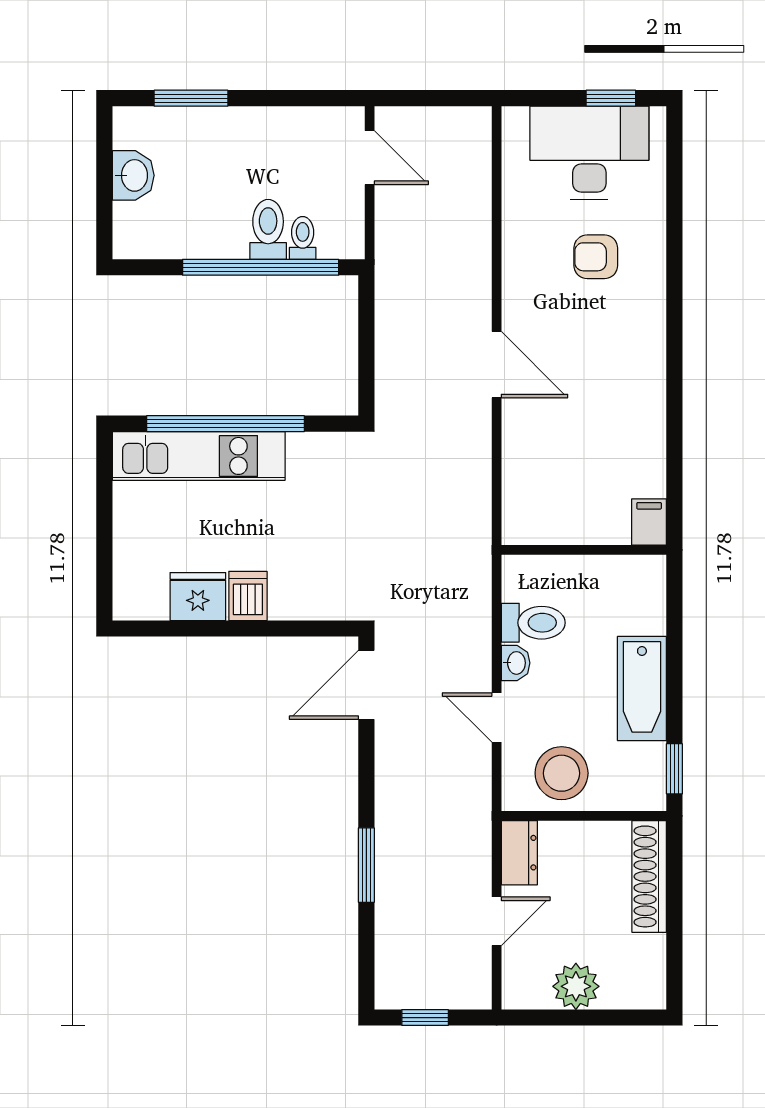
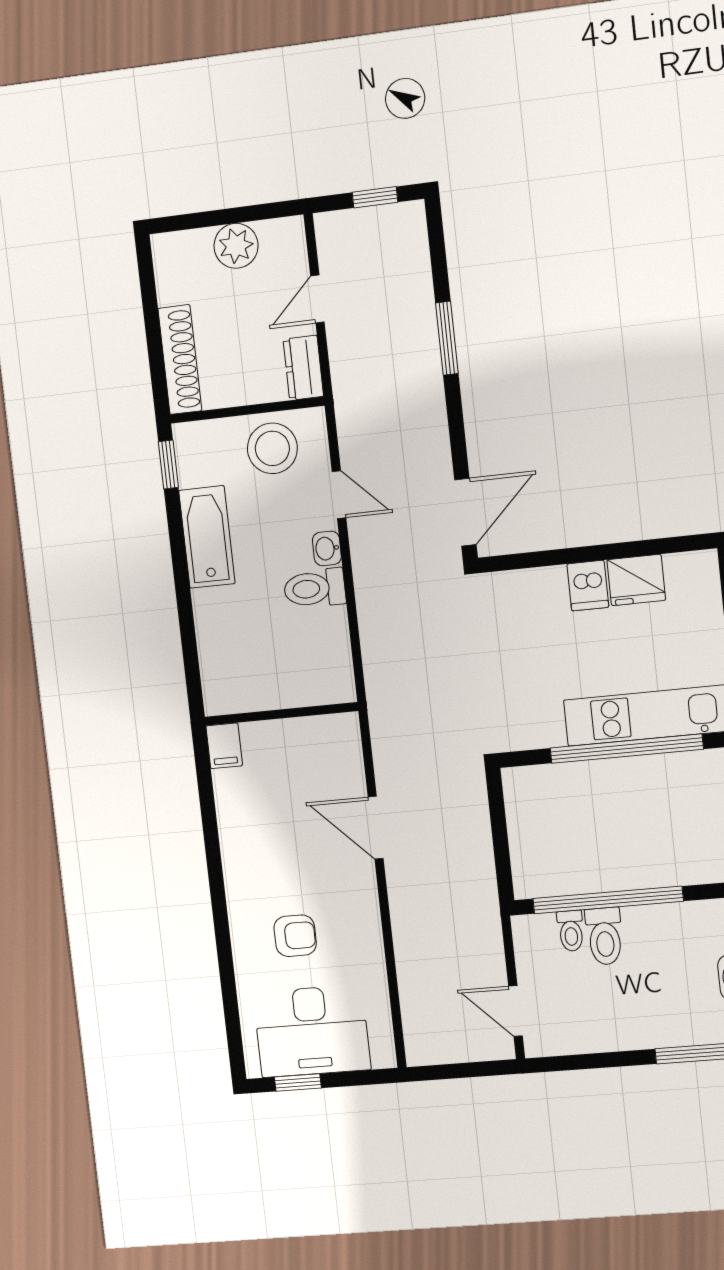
filing cabinet: (649, 522) -> (224, 746), moved
wall: (584, 550) -> (281, 714), moved

